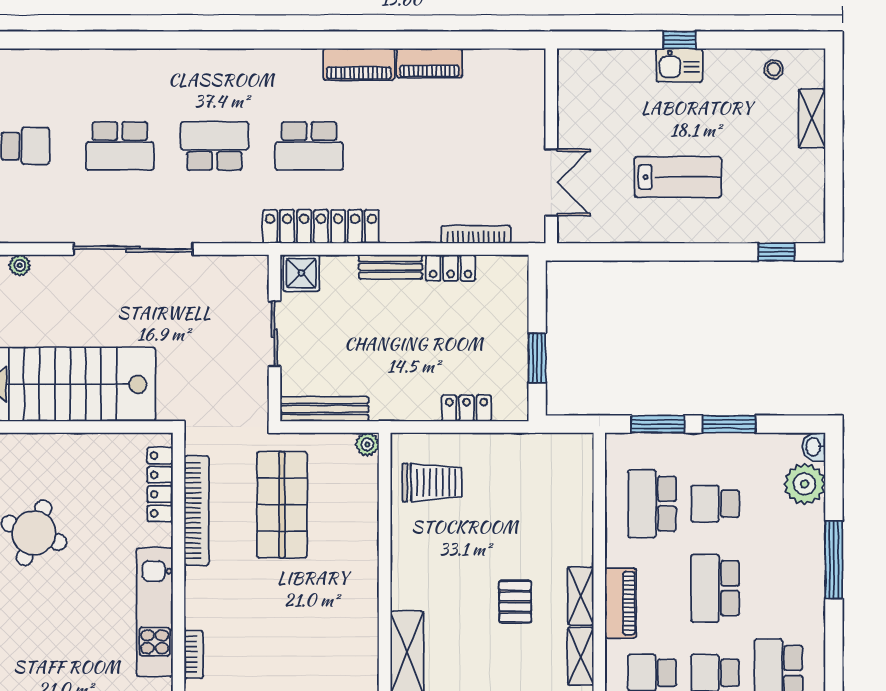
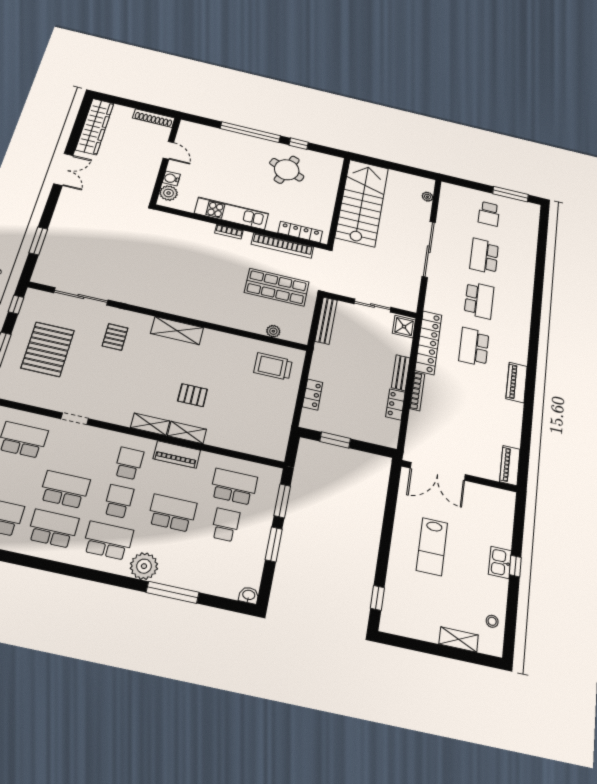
piano: (429, 63) -> (510, 465), moved
double door: (551, 182) -> (438, 471), width x1.37
bookcase: (476, 234) -> (417, 391), moved
plant: (367, 444) -> (273, 331), moved
trolley: (432, 482) -> (273, 366), turned 90
plant: (805, 484) -> (144, 566), moved
bookcase: (194, 654) -> (229, 232), moved

